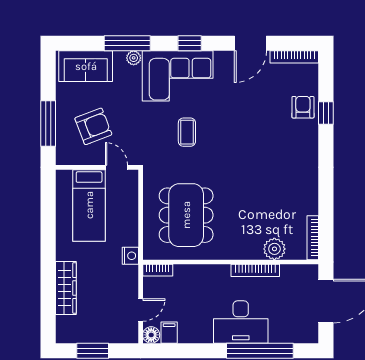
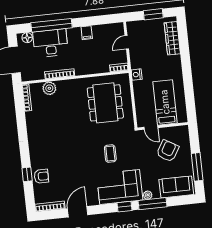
window: (190, 43) -> (125, 207), moved
armchair: (303, 107) -> (41, 176), turned -90
window: (48, 124) -> (197, 167), moved
armchair: (93, 126) -> (168, 151), turned 142
wardrobe: (66, 288) -> (172, 38), moved
desk: (241, 322) -> (51, 43), moved
filing cabinet: (169, 333) -> (87, 33), moved
floor lamp: (151, 335) -> (27, 38), moved

